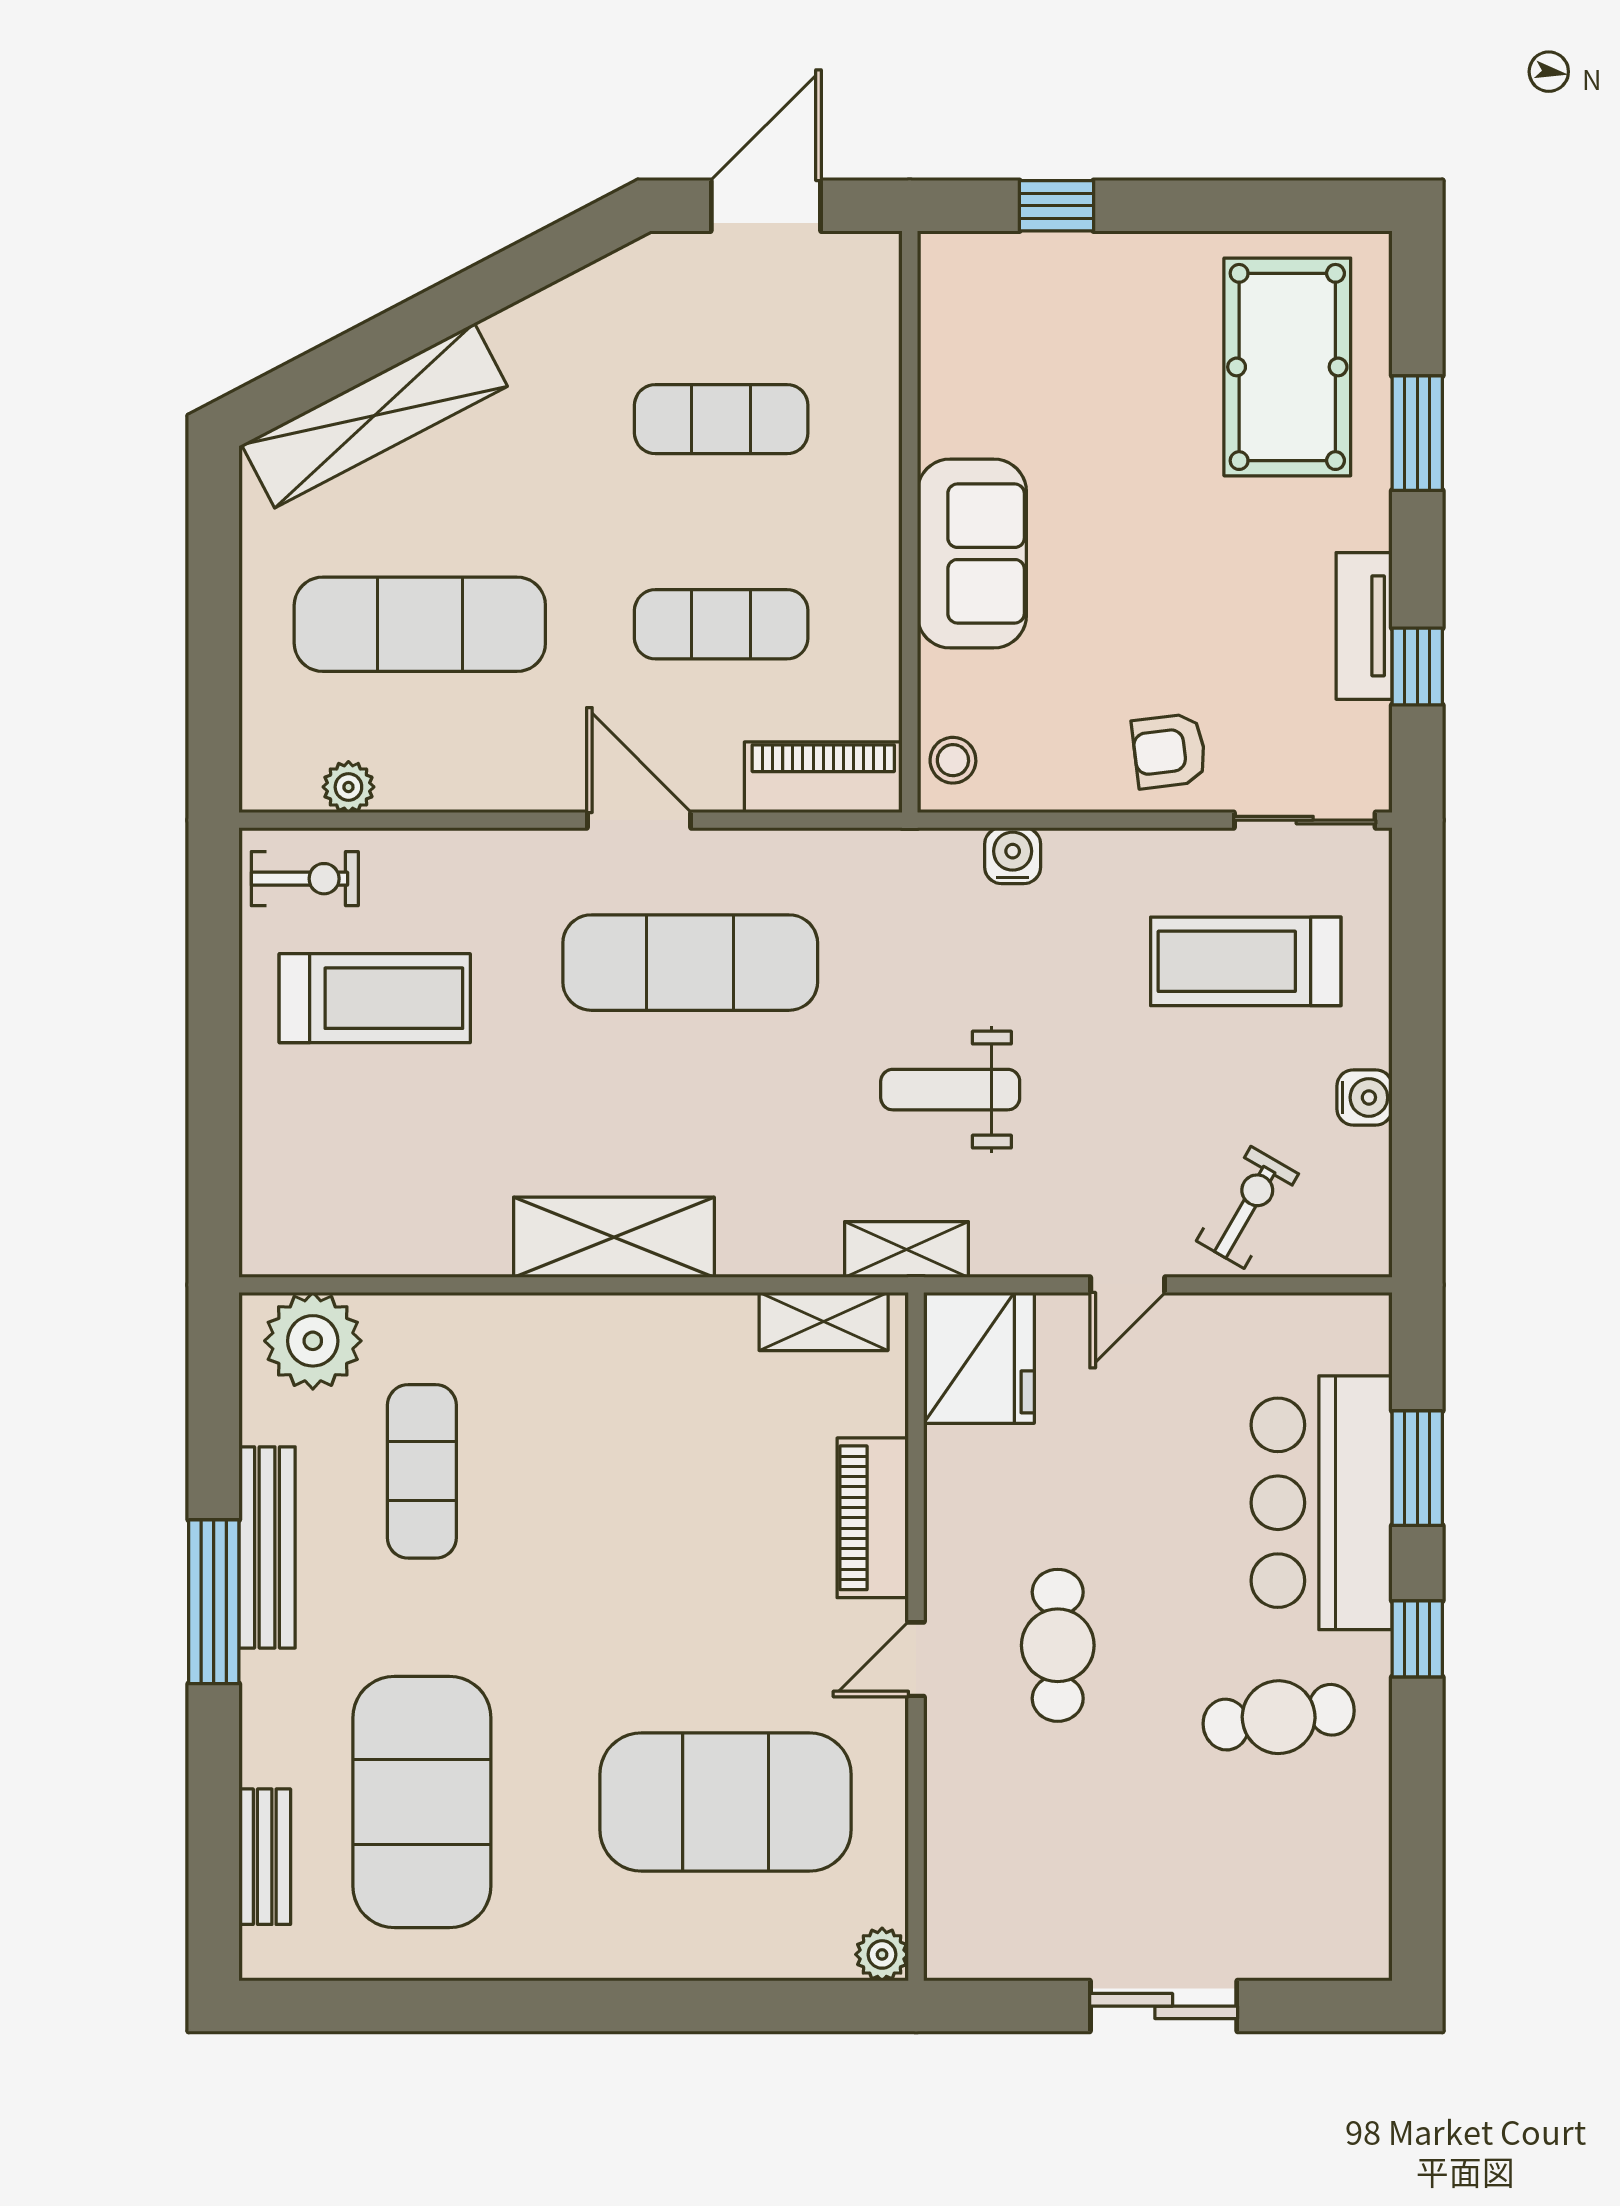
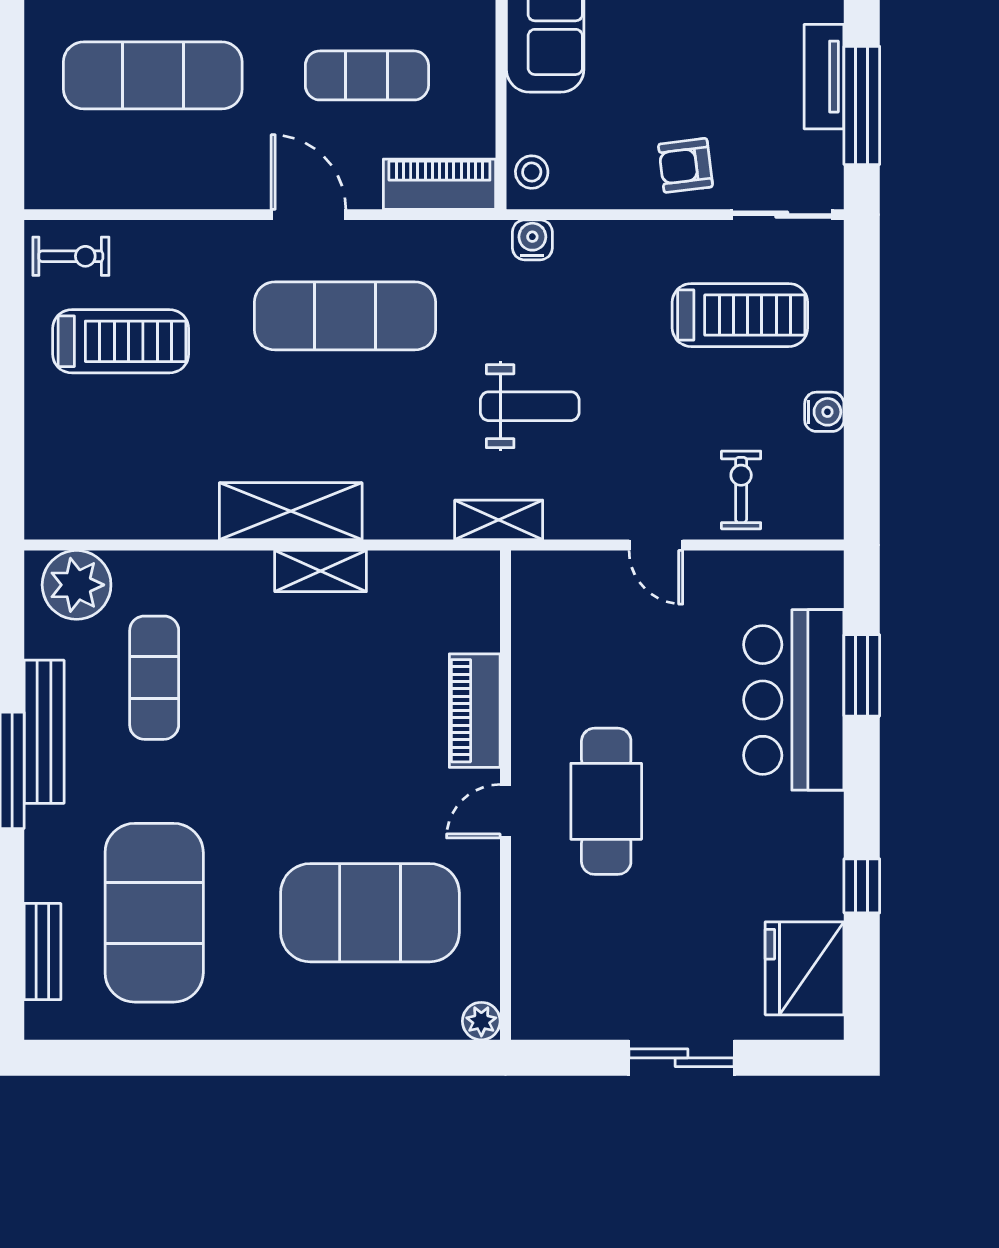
window: (1417, 667) -> (862, 105), width x2.17
plant: (348, 787) -> (102, 191), removed
water cooler: (1013, 856) -> (532, 240), moved
treadmill: (1246, 961) -> (740, 315), turned 180
weight bench: (950, 1090) -> (530, 406), turned 180
exercise bike: (1247, 1207) -> (741, 490), turned -30
door: (1128, 1285) -> (656, 545), hinge flipped
shelving: (824, 1321) -> (321, 571), moved
fridge: (979, 1358) -> (805, 968), moved, turned 180
window: (1417, 1639) -> (862, 886), moved
cafe table: (1058, 1645) -> (606, 801), width x1.37, depth x1.35
cafe table: (1279, 1717) -> (763, 852), removed

